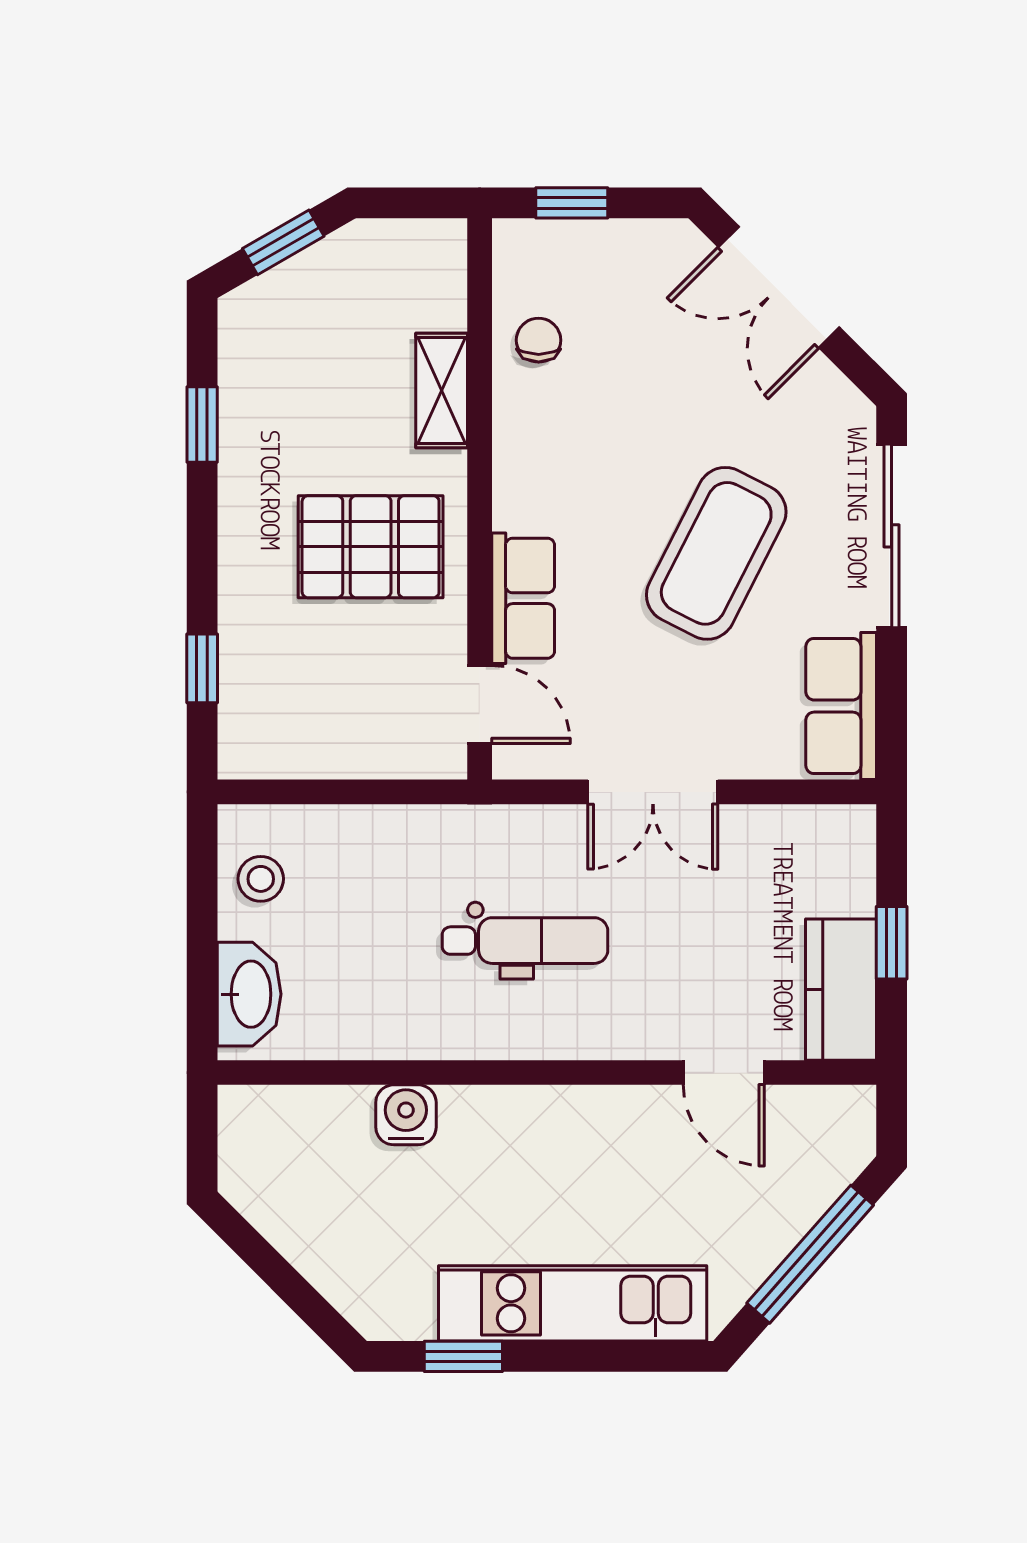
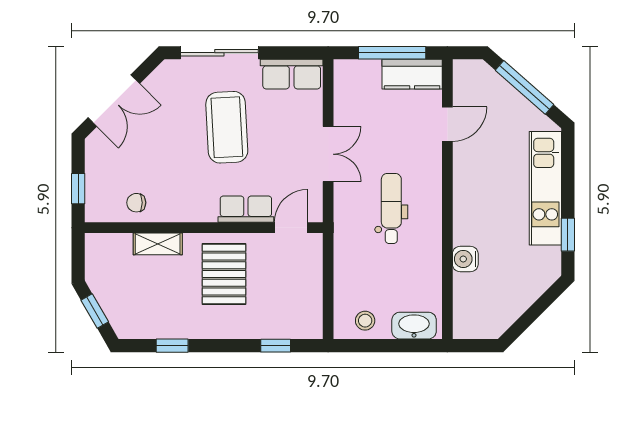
coffee table: (716, 553) -> (227, 127), turned 60
window: (892, 943) -> (392, 53), width x2.17

